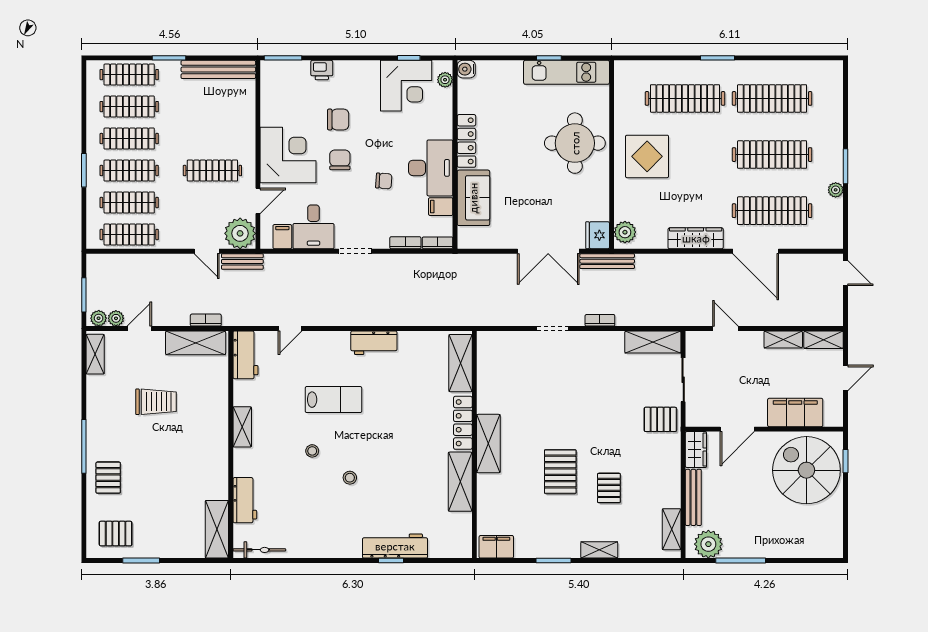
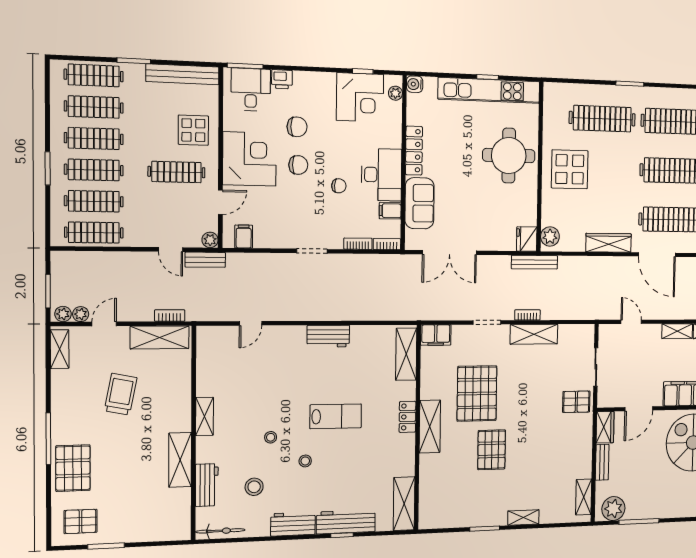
kitchen unit: (567, 72) -> (489, 90), width x1.36
display table: (230, 127) -> (193, 130), added
chair: (340, 160) -> (298, 165), turned 90
desk: (314, 227) -> (251, 90), moved, turned 180
plant: (240, 233) -> (210, 240), width x0.53, depth x0.53
double door: (548, 251) -> (449, 252), moved
shelving: (653, 342) -> (534, 334), moved
workbench: (245, 355) -> (293, 524), moved, turned -90
lab bench: (333, 400) -> (336, 416), moved
trolley: (156, 402) -> (121, 394), turned -79
locker: (463, 423) -> (408, 417), width x0.66
pallet: (108, 478) -> (73, 468), width x1.50, depth x1.42
shelving: (460, 482) -> (404, 504), moved
pallet: (609, 488) -> (477, 393), moved, width x2.05, depth x2.00
bench: (693, 497) -> (602, 462), width x0.73
stool: (295, 504) -> (254, 487), added
shelving: (217, 529) -> (180, 460), moved
filing cabinet: (496, 547) -> (436, 335), moved, turned 180

